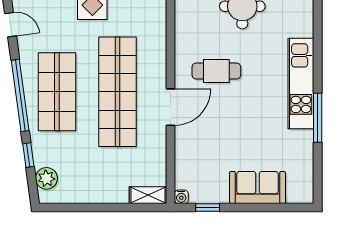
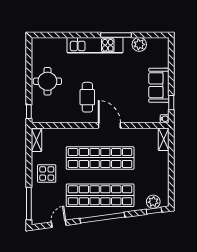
shop shelf: (57, 92) -> (100, 195), width x1.40
window: (28, 155) -> (154, 211), moved
plant: (302, 156) -> (139, 44), added
sofa: (258, 187) -> (159, 85), moved

